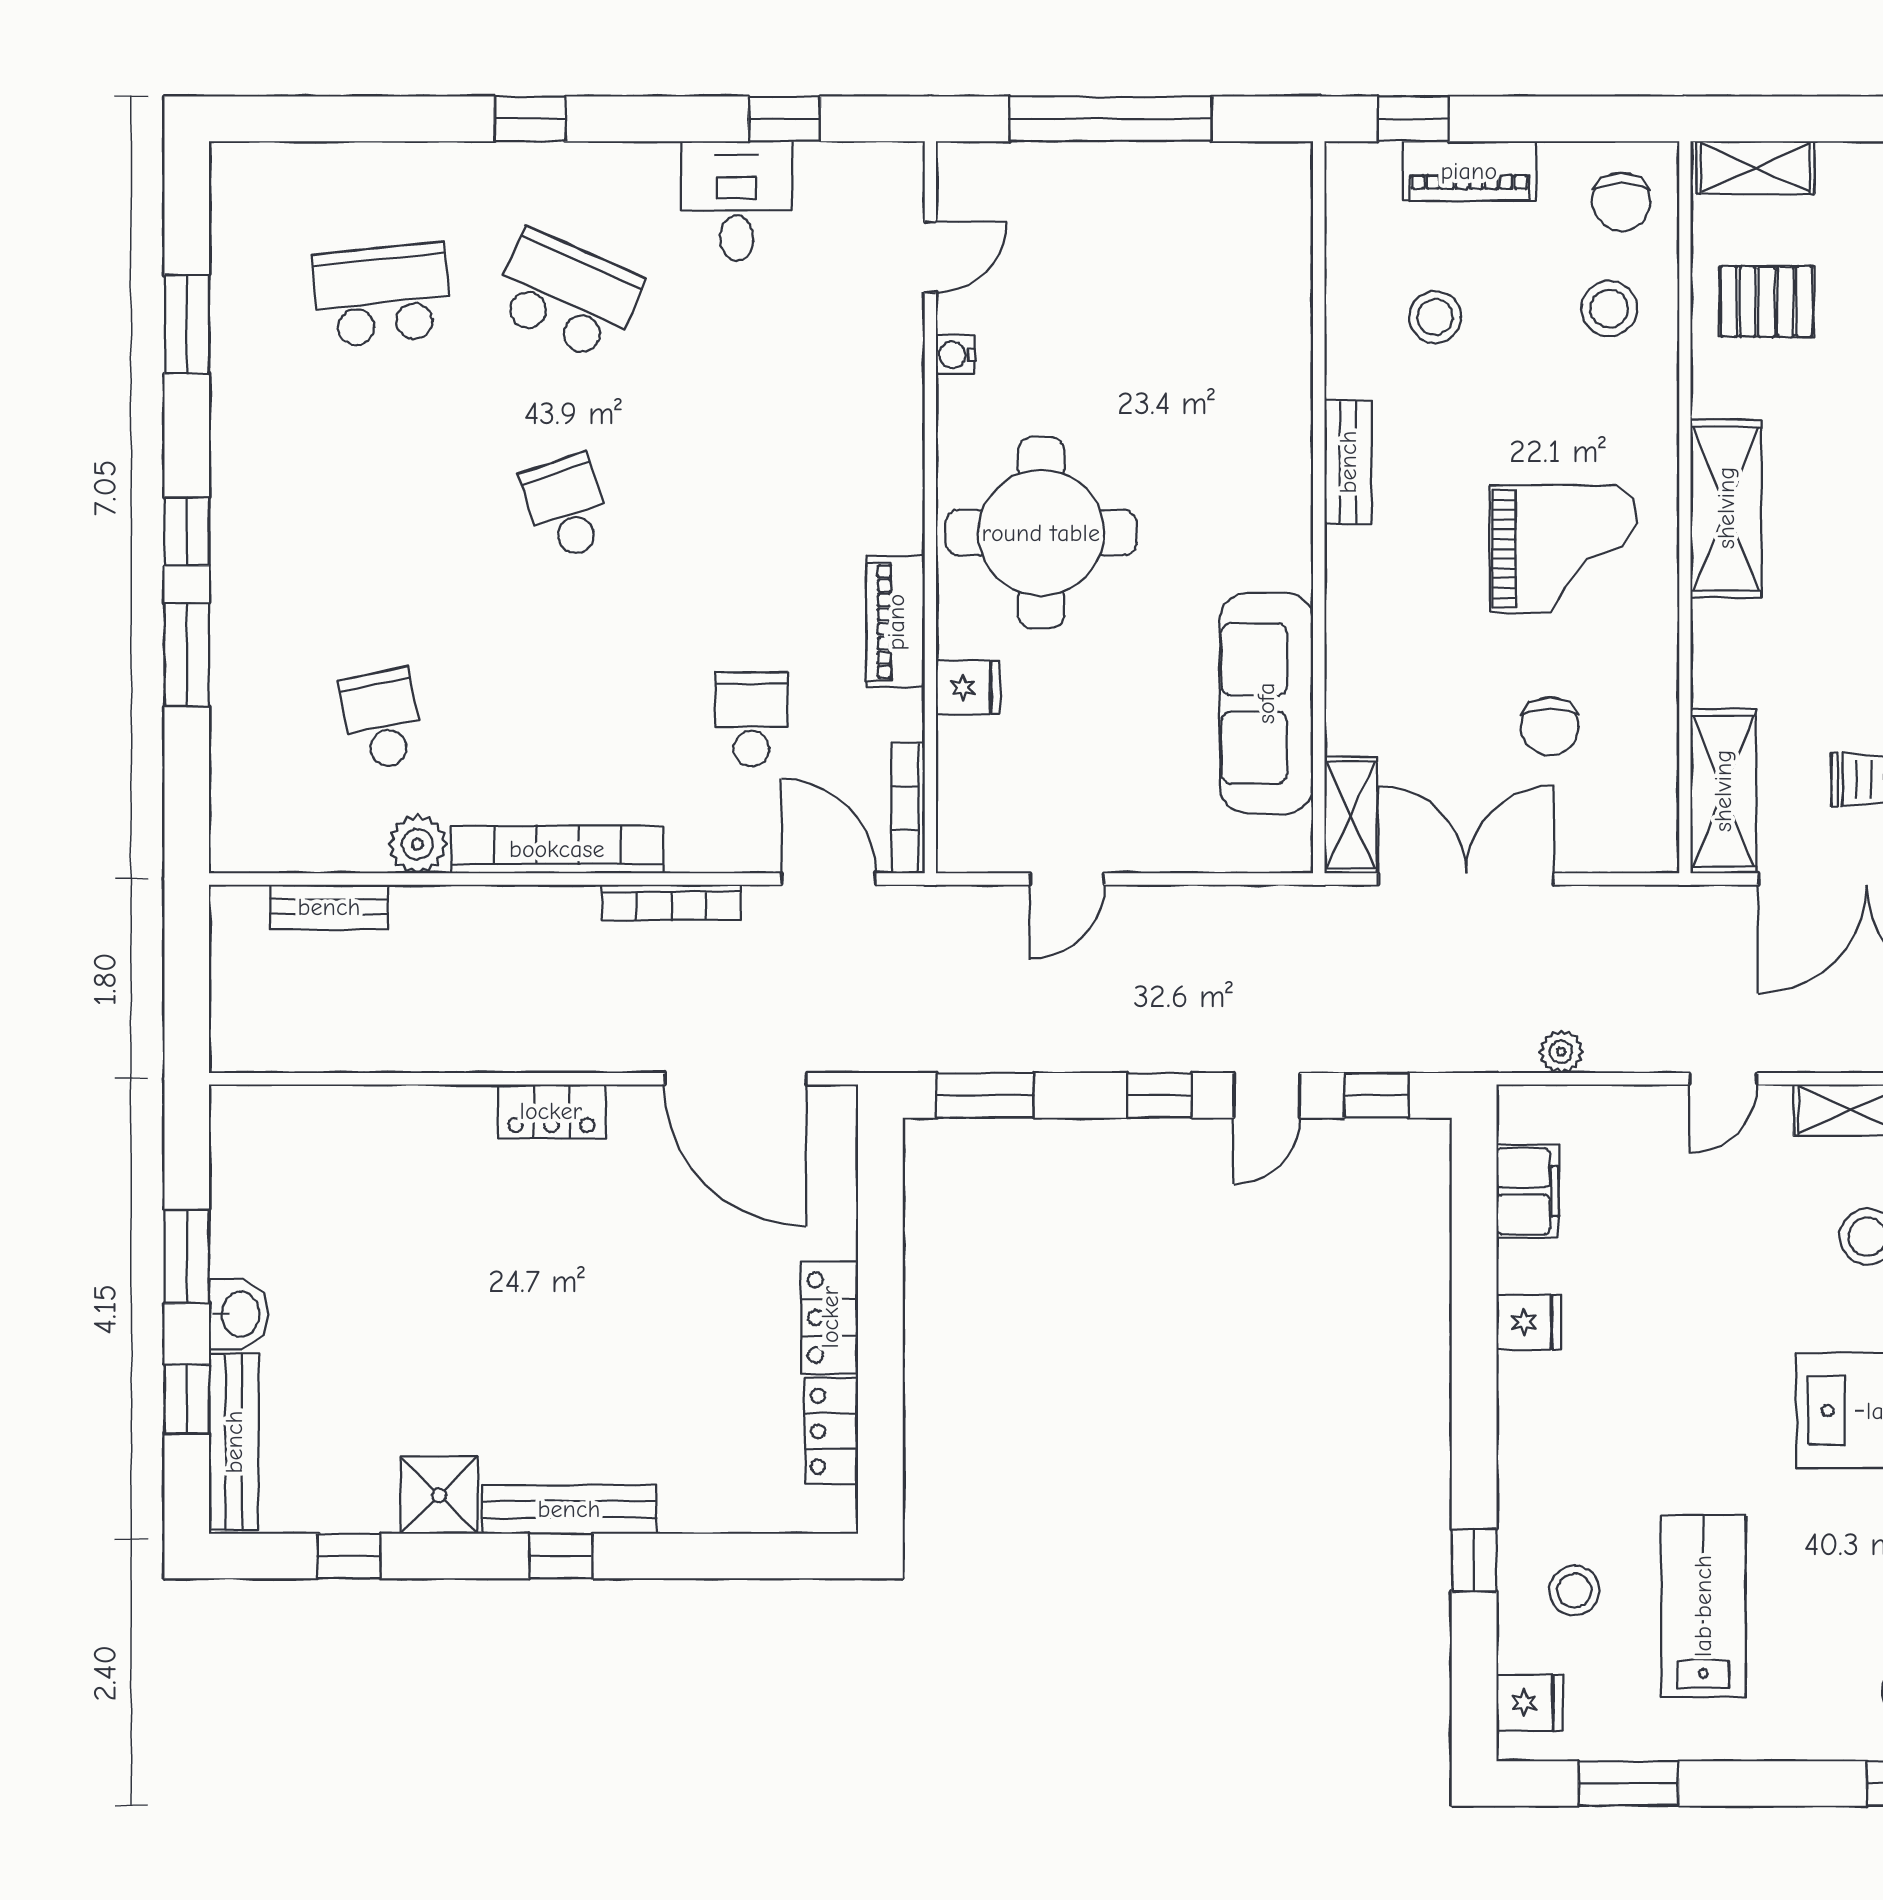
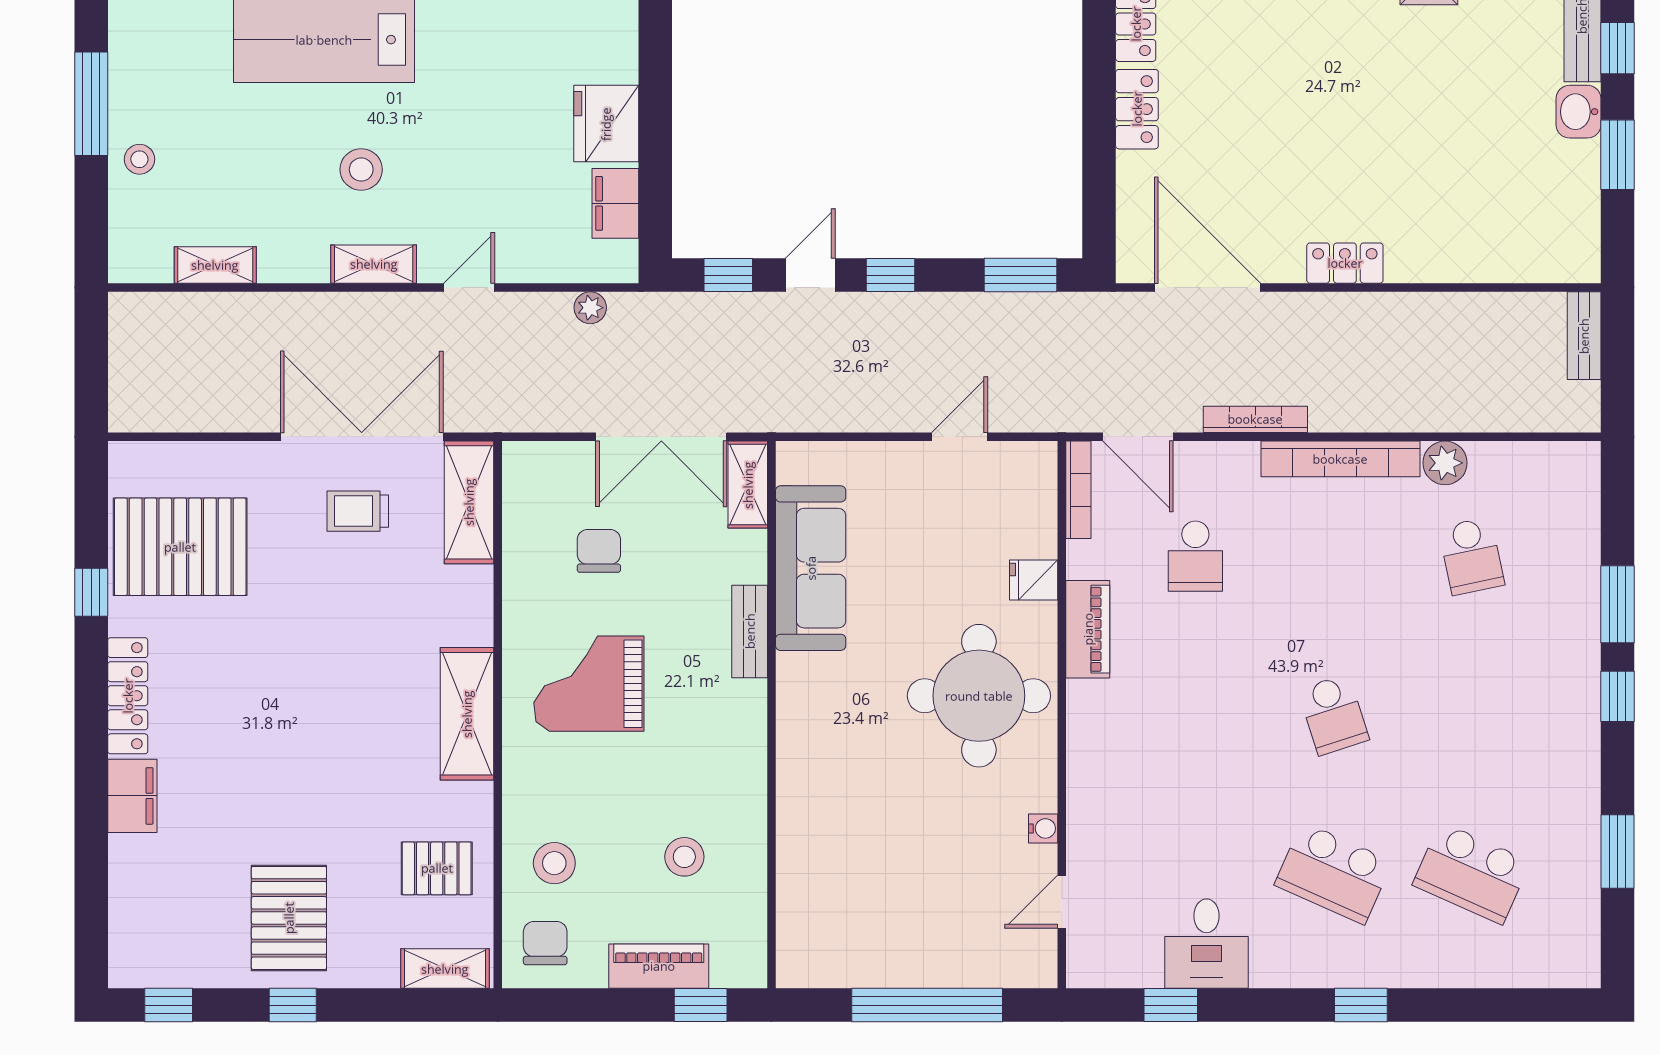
school desk: (382, 295) -> (1471, 873), turned 30
bench: (1348, 462) -> (750, 631), moved
bench: (329, 907) -> (1584, 336), moved, turned 90
fridge: (1529, 1322) -> (606, 124), width x1.88, depth x1.34

